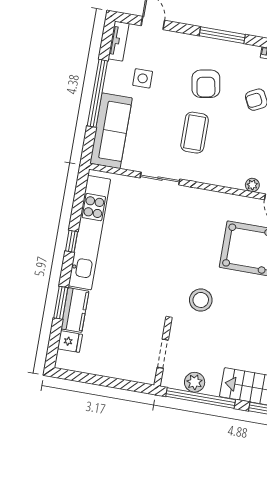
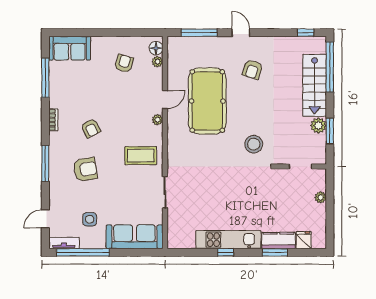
window: (97, 93) -> (83, 252), moved
coffee table: (195, 133) -> (141, 156), moved
kitchen unit: (89, 233) -> (228, 240), width x0.73
plant: (120, 372) -> (321, 197), added
plant: (195, 382) -> (318, 126), moved
window: (201, 398) -> (330, 131), width x0.47

